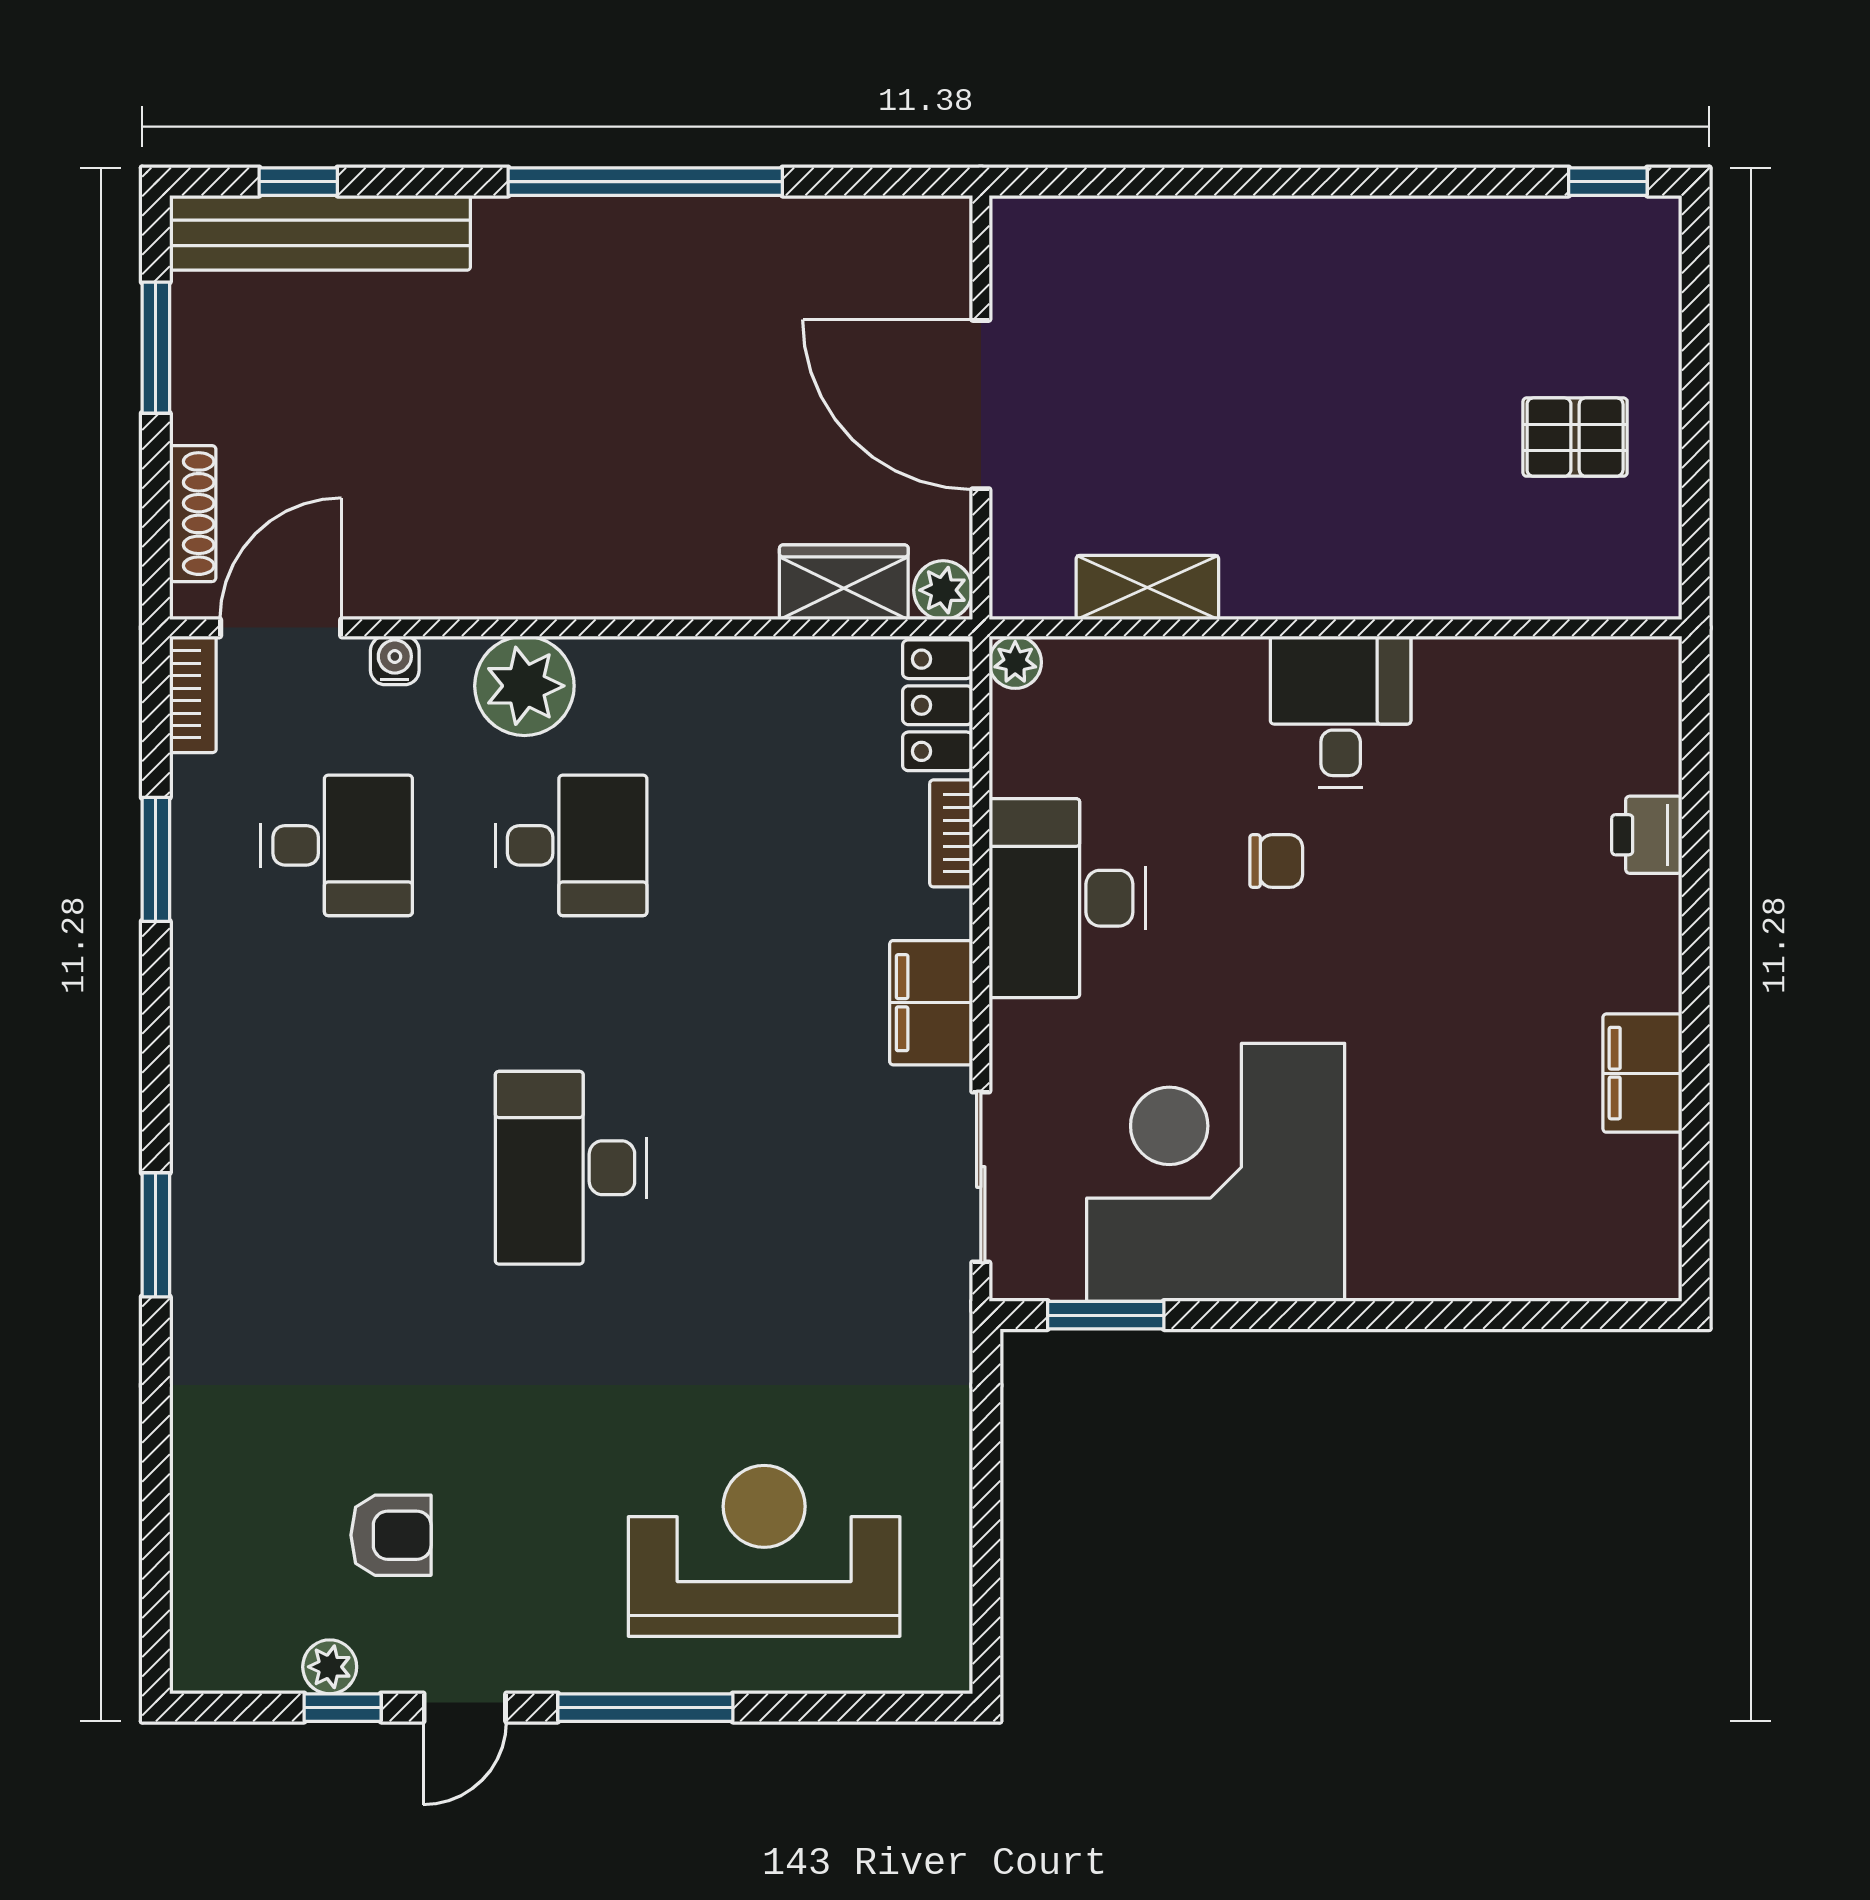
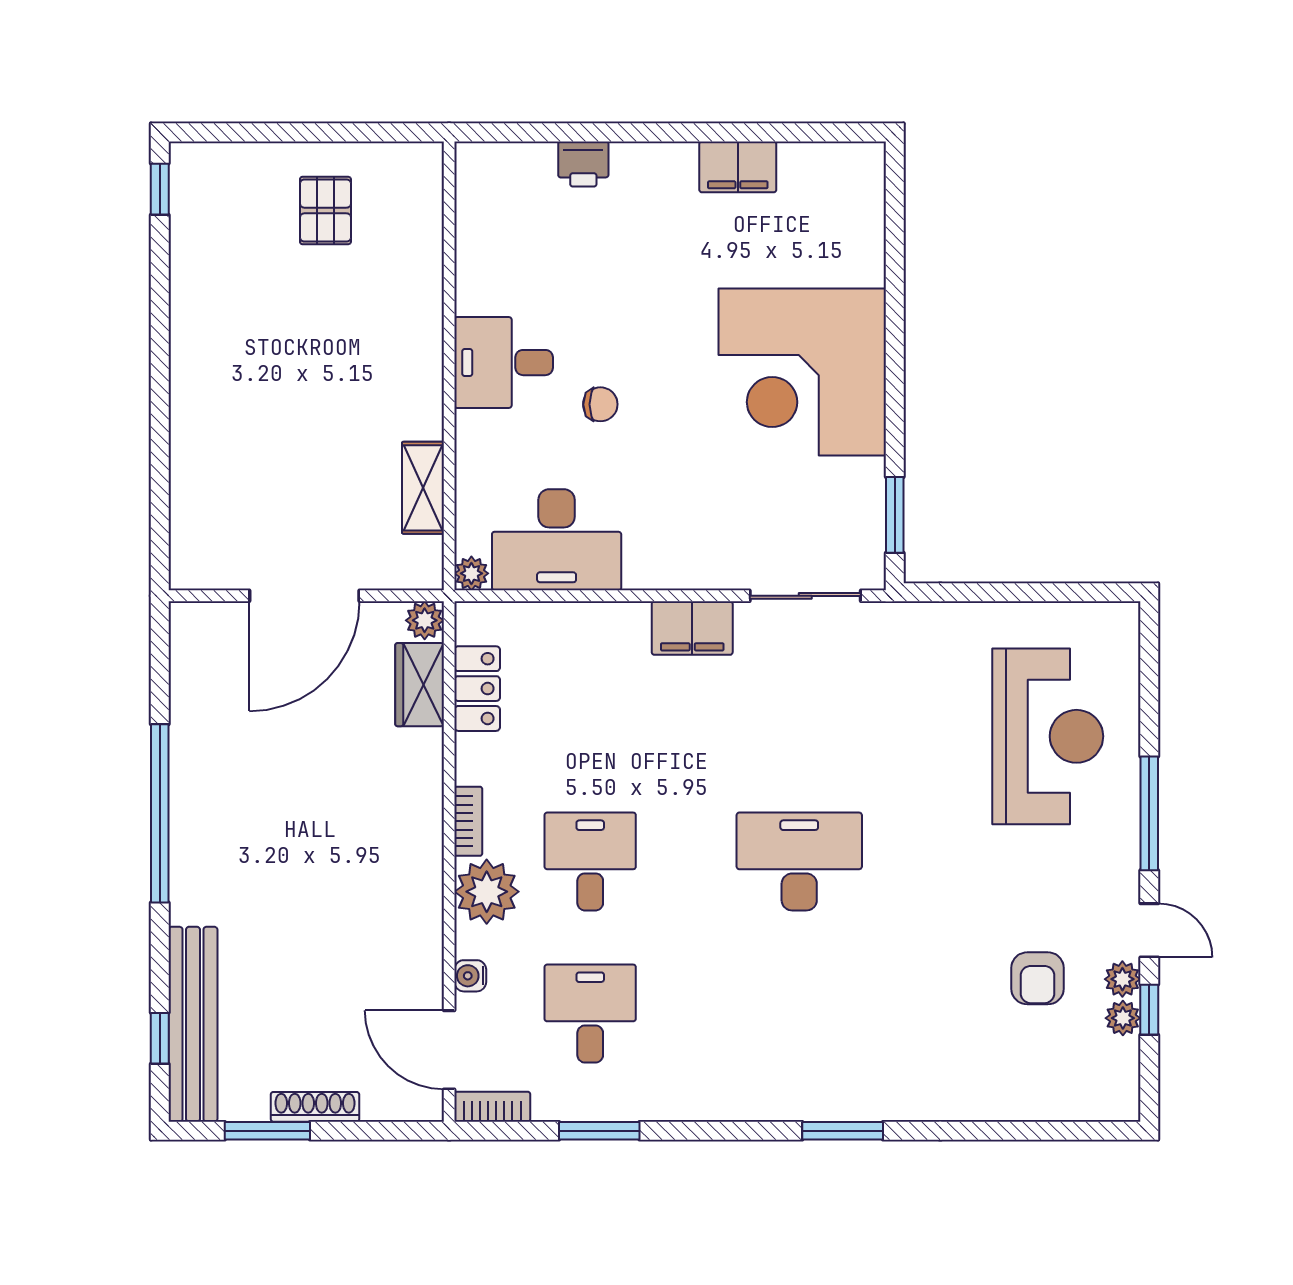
shoe rack: (193, 514) -> (315, 1107), moved
locker: (938, 705) -> (477, 689), moved, turned -90
bookcase: (951, 833) -> (468, 821), moved, turned -90
chair: (1276, 861) -> (600, 404), turned 90
desk: (1067, 898) -> (557, 540), moved
desk: (571, 1168) -> (799, 861), turned 180
corner desk: (1216, 1172) -> (802, 372), moved
armchair: (391, 1535) -> (1038, 978), turned 180
reception desk: (764, 1551) -> (1048, 736), turned 180
plant: (390, 1666) -> (1122, 979), added

